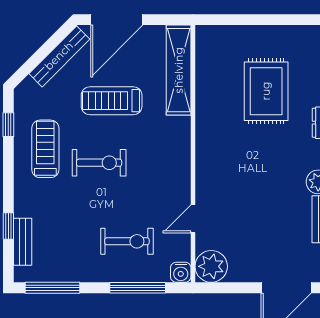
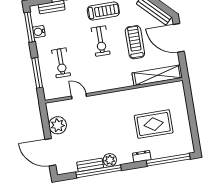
plant: (211, 266) -> (58, 125), moved
water cooler: (181, 272) -> (39, 32), moved

